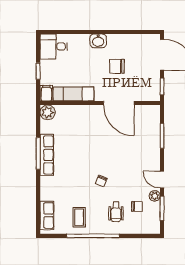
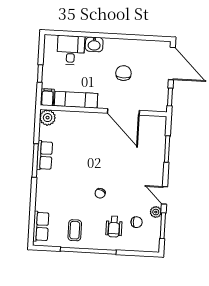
washbasin: (98, 41) -> (94, 44), moved
desk: (54, 47) -> (71, 50), moved, turned 90
chair: (117, 66) -> (123, 73), turned 90
row of seats: (47, 155) -> (45, 155), width x0.68

